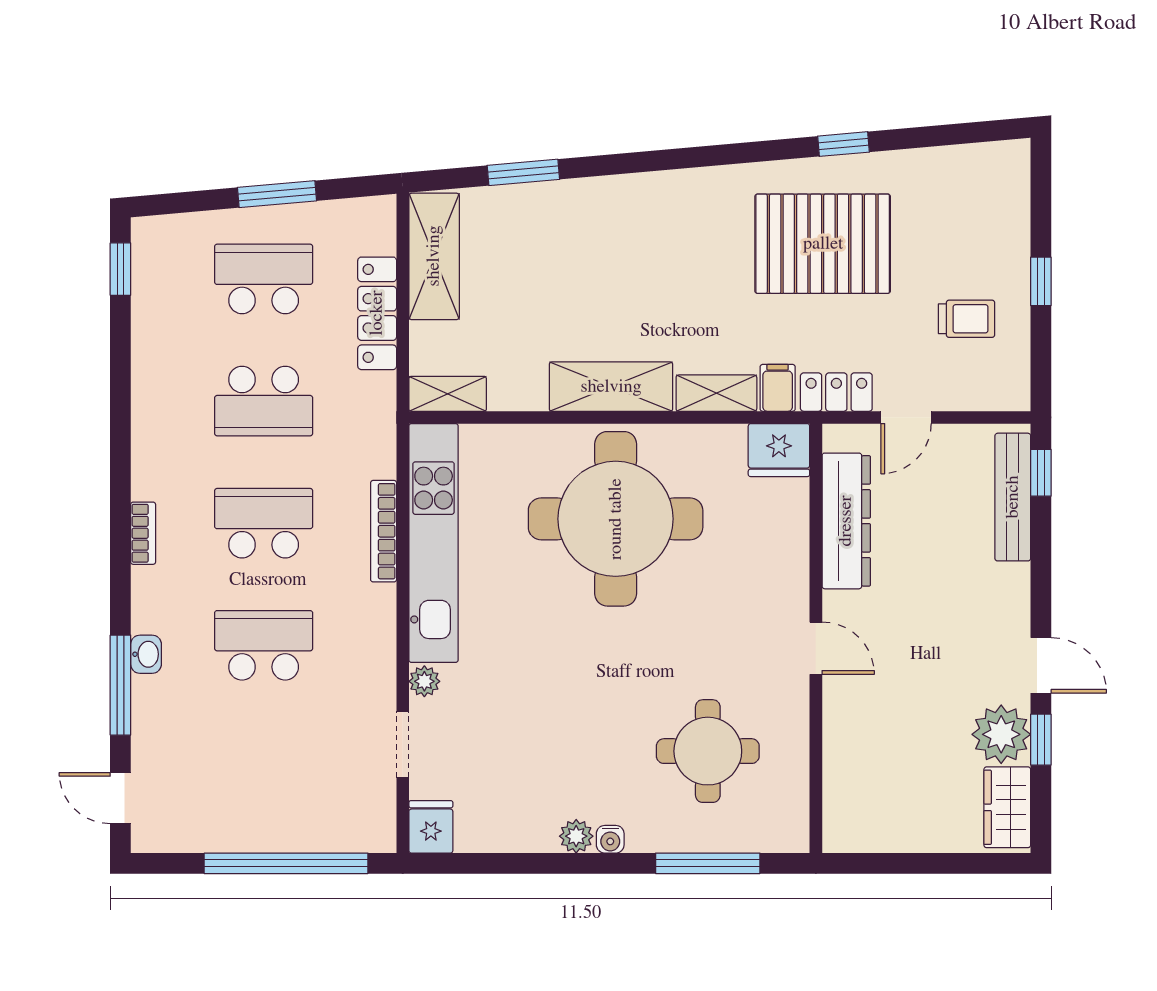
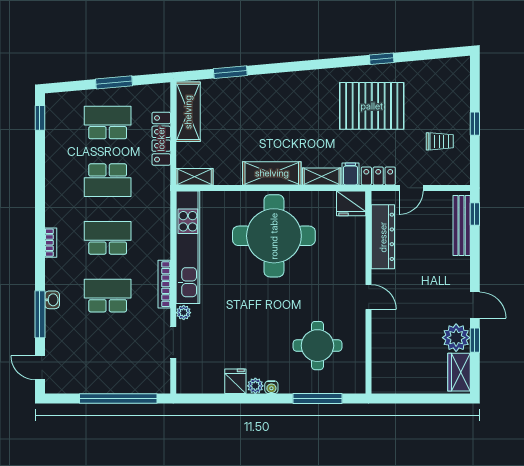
bookcase: (384, 531) -> (164, 284), moved
fridge: (431, 827) -> (235, 381), moved

